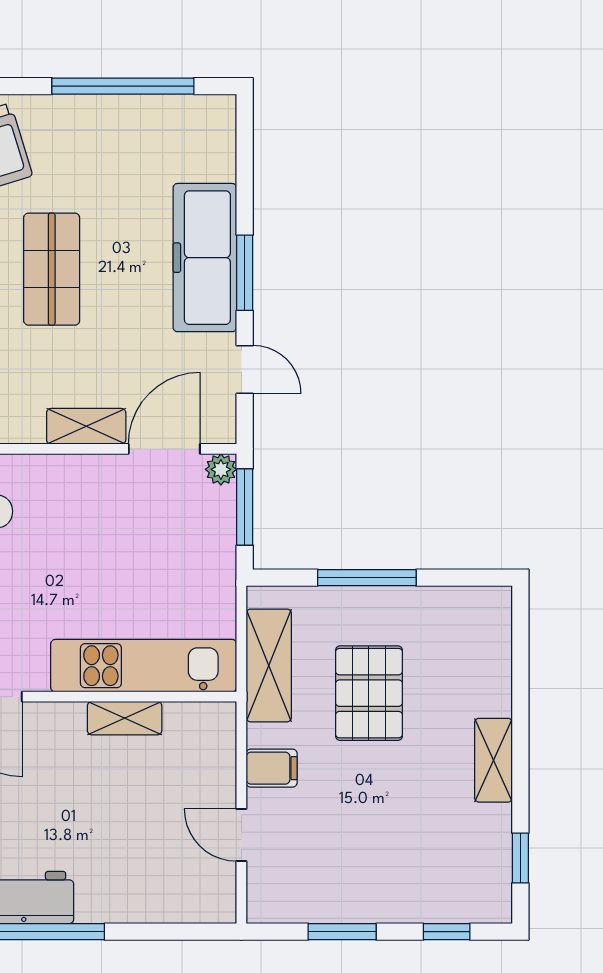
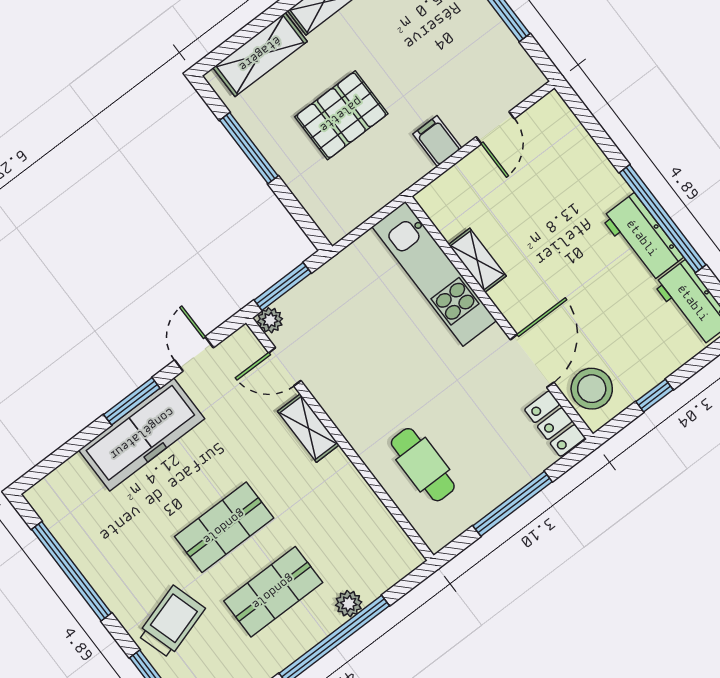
door: (164, 449) -> (285, 367), width x0.73
window: (367, 578) -> (249, 148), moved
shelving: (269, 665) -> (260, 54), moved

